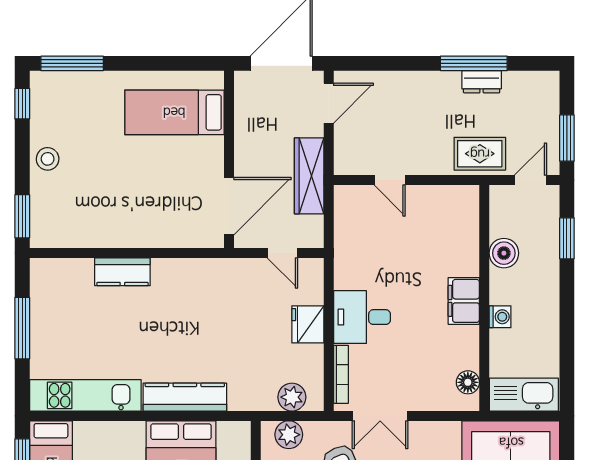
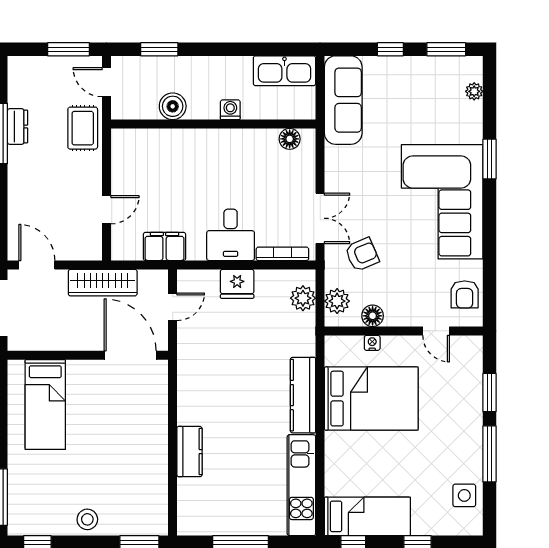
filing cabinet: (464, 301) -> (165, 246), moved, turned 180
kitchen sink: (524, 395) -> (284, 71), moved, turned -90

